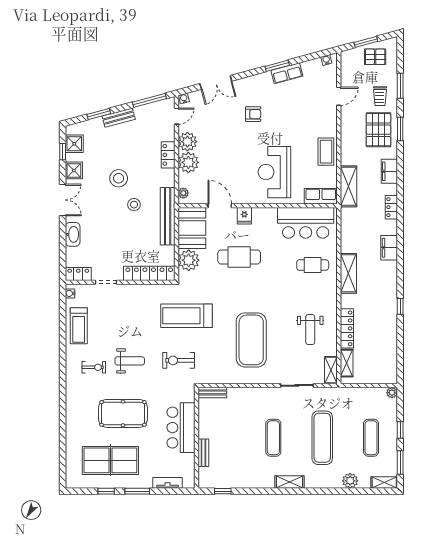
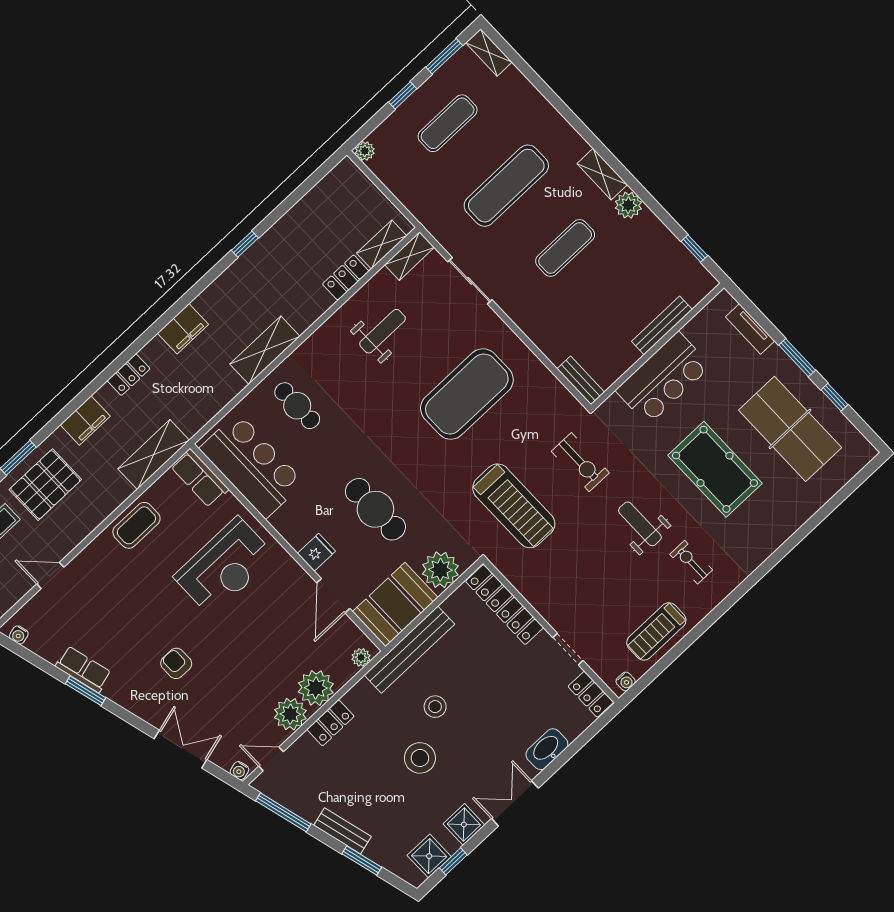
treadmill: (79, 326) -> (656, 631), turned 180
locker: (347, 328) -> (346, 278), width x0.66
bench: (203, 453) -> (662, 325), width x1.36
plant: (350, 481) -> (628, 205), moved

